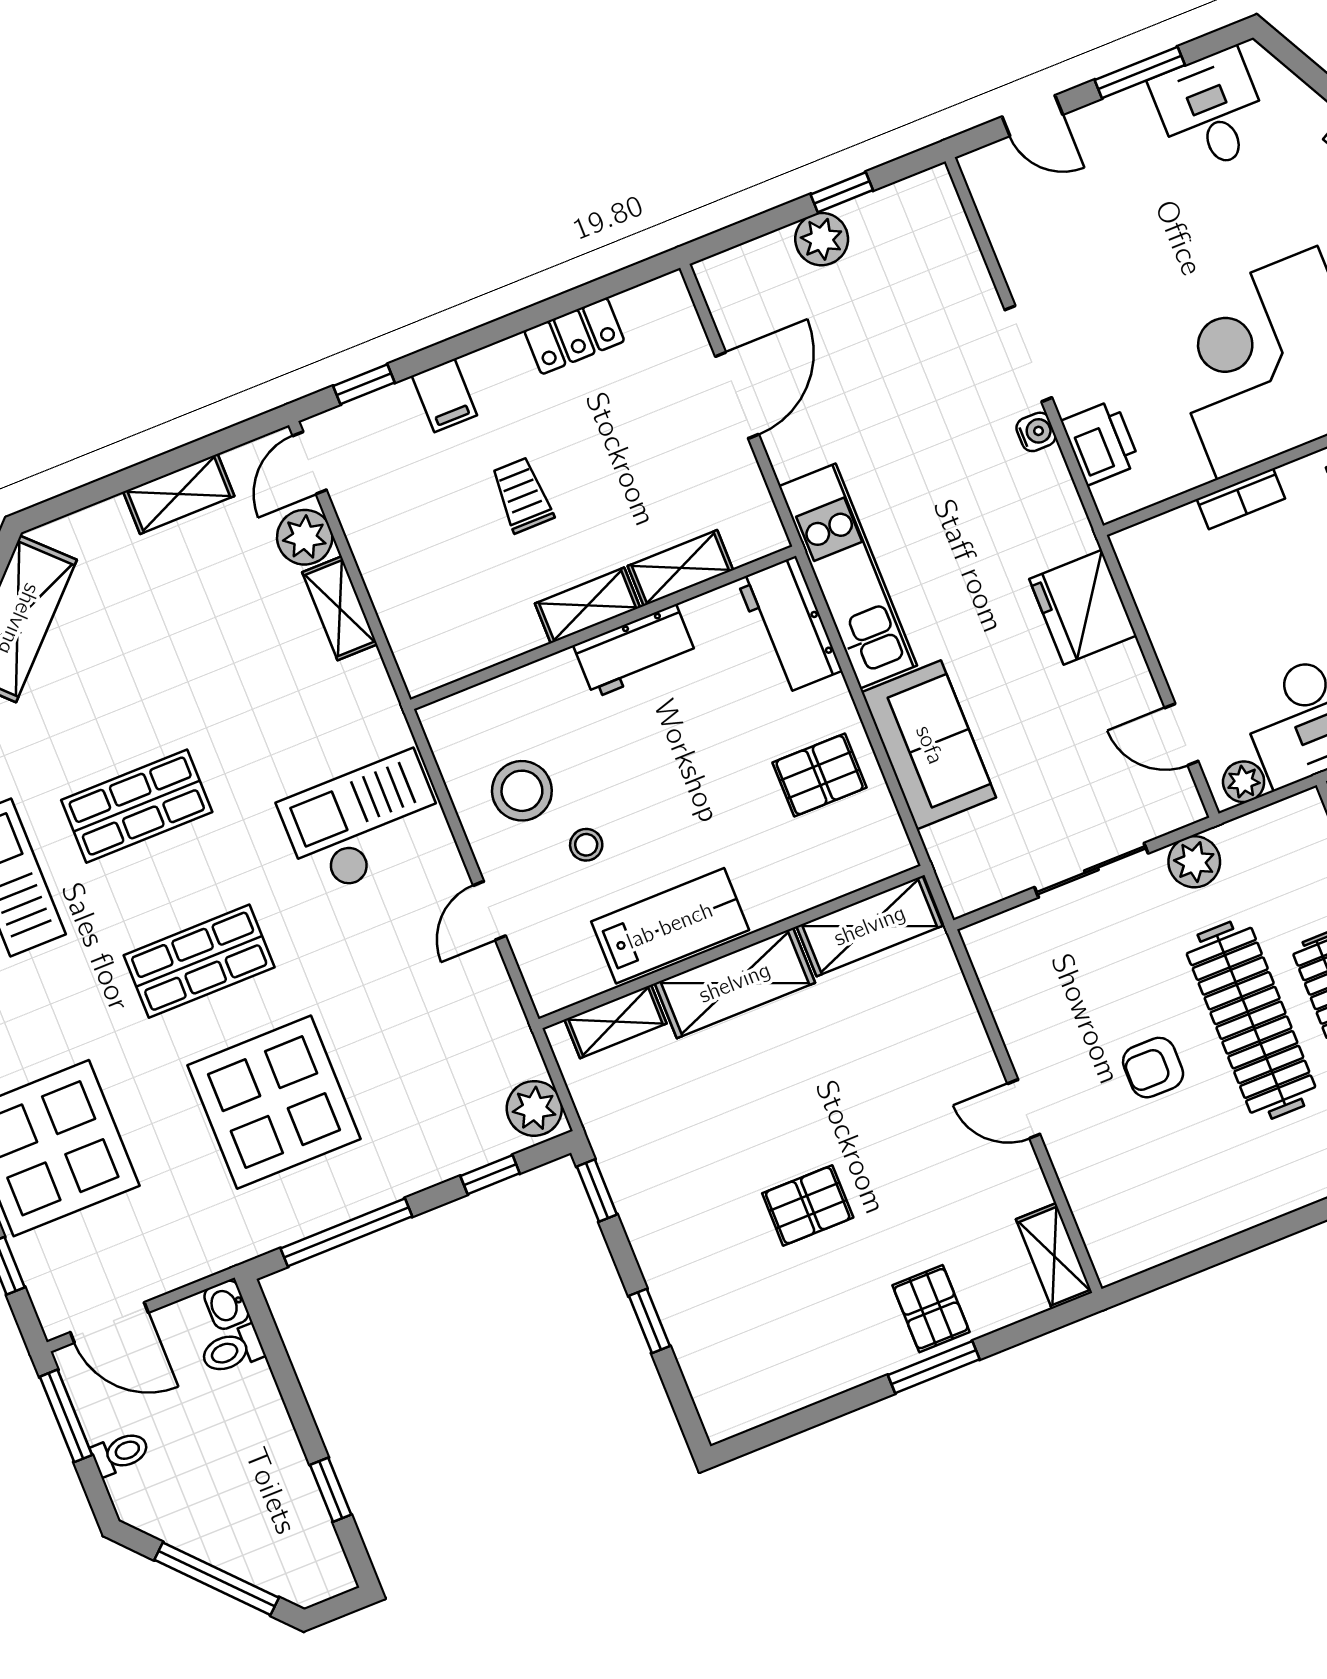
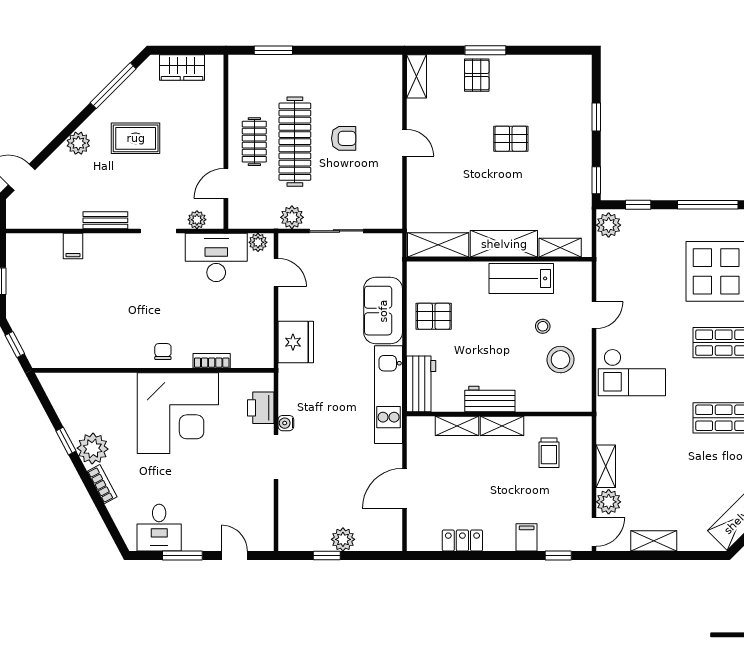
trolley: (522, 495) -> (549, 453), moved

